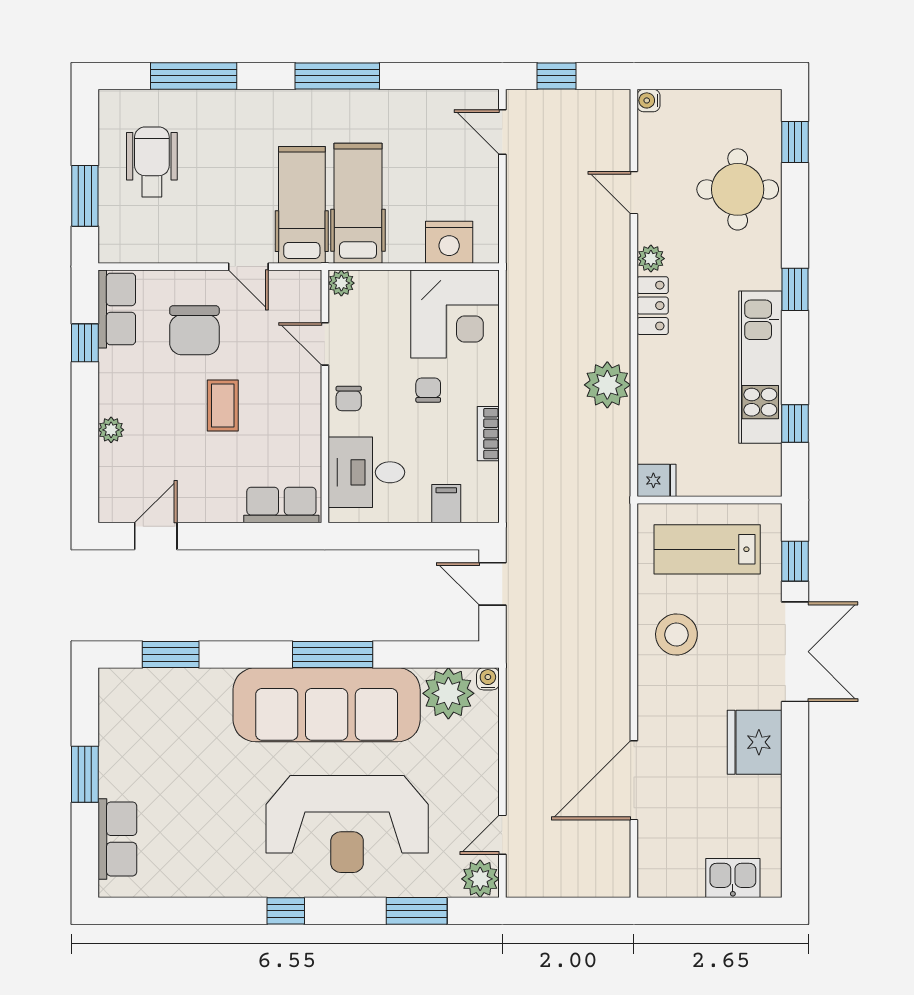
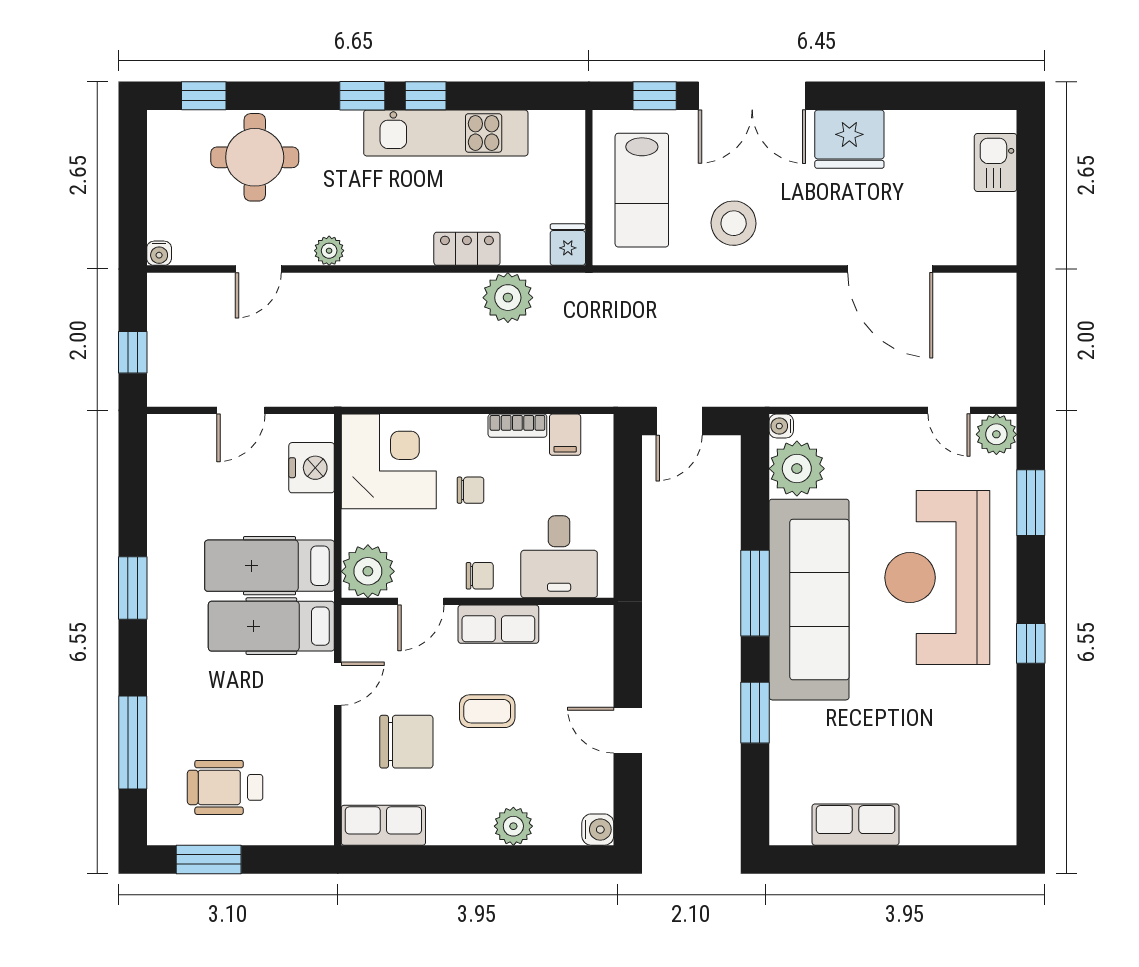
window: (337, 76) -> (133, 588), width x0.69
door: (502, 132) -> (241, 410), moved
window: (85, 196) -> (209, 860), moved
plant: (341, 283) -> (368, 571), width x1.87, depth x1.87
locker: (653, 306) -> (467, 249), moved
window: (85, 343) -> (420, 860), removed
plant: (607, 385) -> (508, 298), moved
chair: (428, 390) -> (471, 490), turned 180
window: (795, 424) -> (426, 96), moved
plant: (111, 430) -> (513, 826), width x1.38, depth x1.38
filing cabinet: (446, 504) -> (565, 435), moved, turned -90
row of seats: (281, 505) -> (498, 624), moved, turned -90
water cooler: (113, 508) -> (598, 830), added
door: (156, 536) -> (628, 730), moved
double door: (795, 652) -> (752, 96), swing flipped
window: (171, 654) -> (755, 713), moved
window: (85, 774) -> (884, 860), removed
reception desk: (347, 824) -> (937, 578), turned 180
row of seats: (117, 839) -> (856, 825), moved

